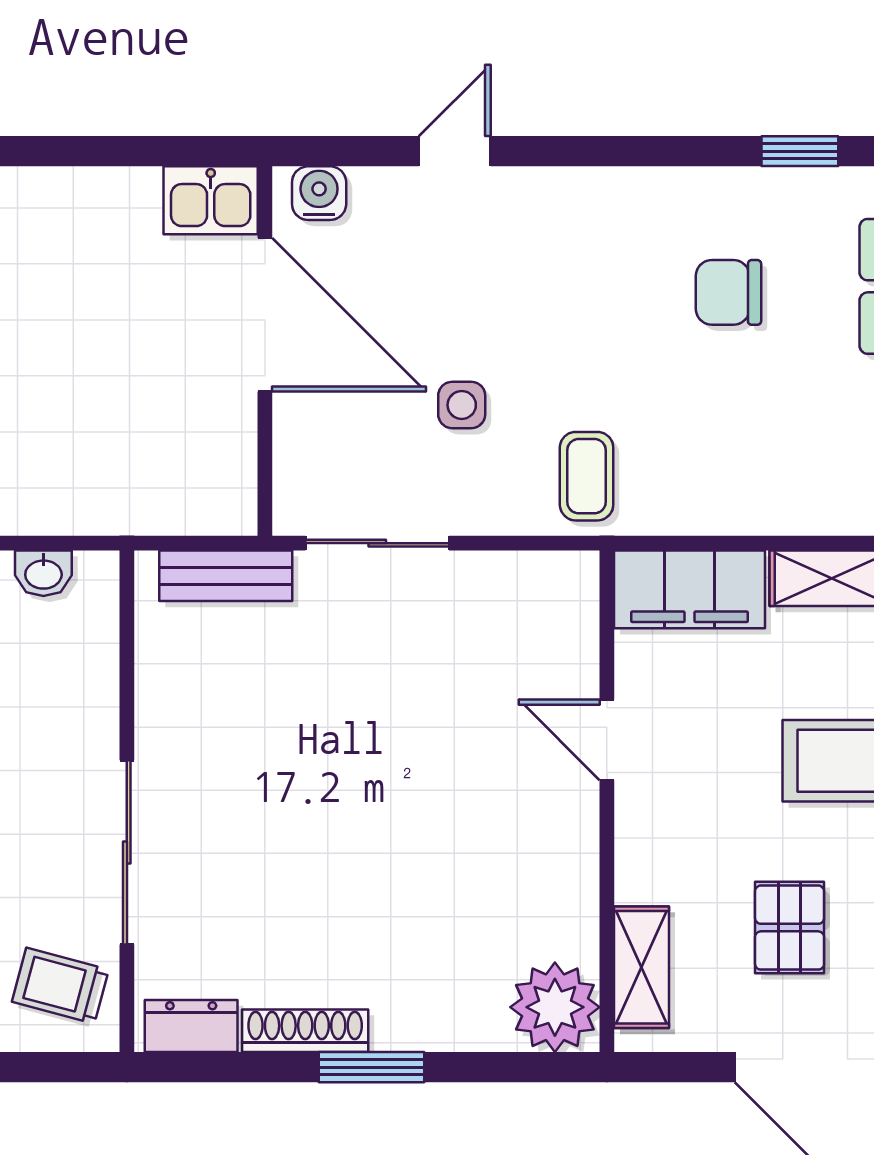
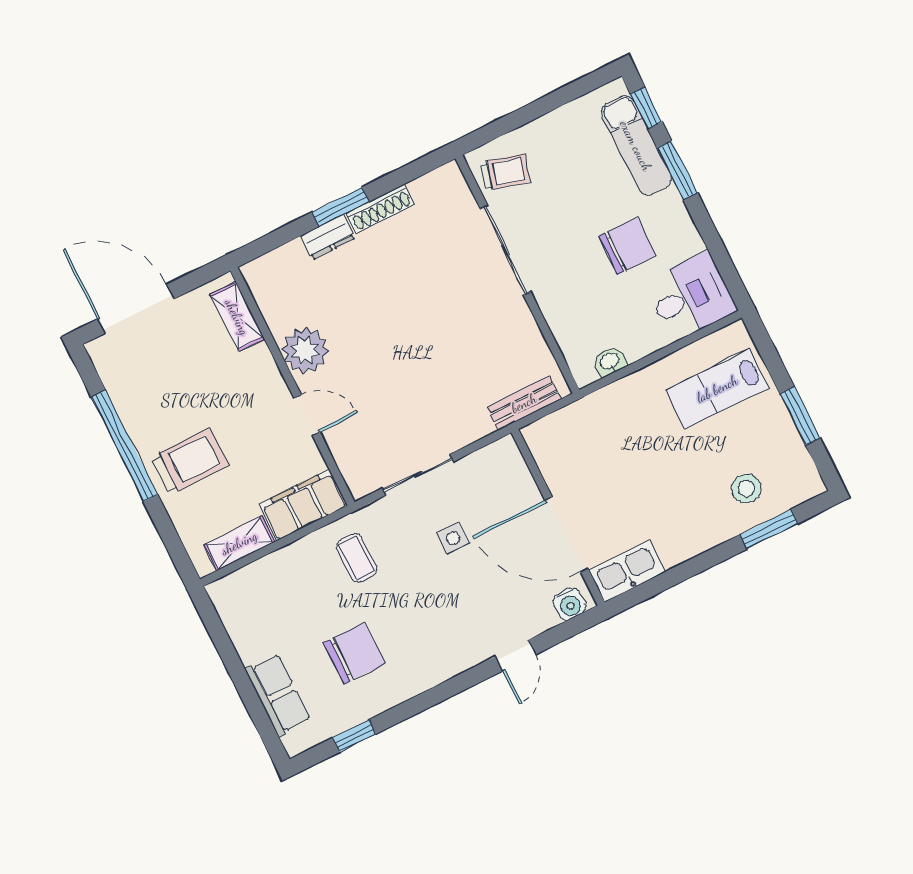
kitchen sink: (211, 200) -> (627, 571), width x1.38
chair: (729, 292) -> (354, 653), width x1.37, depth x1.37
coffee table: (587, 476) -> (357, 558), moved
sliding door: (377, 543) -> (418, 475), moved
pallet: (790, 928) -> (177, 370), removed
plant: (555, 1007) -> (305, 350), moved
dresser: (191, 1026) -> (328, 237), moved

